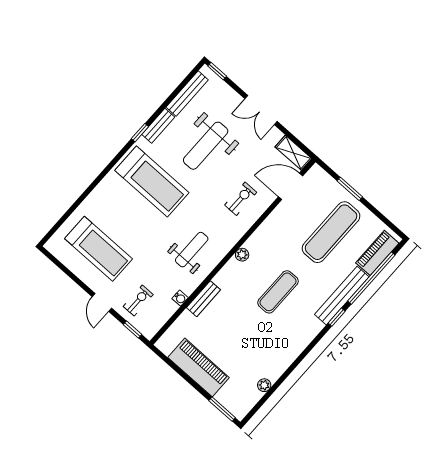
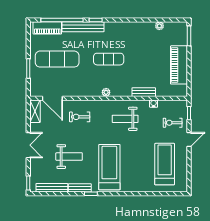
weight bench: (206, 146) -> (69, 157), width x0.73, depth x0.75

